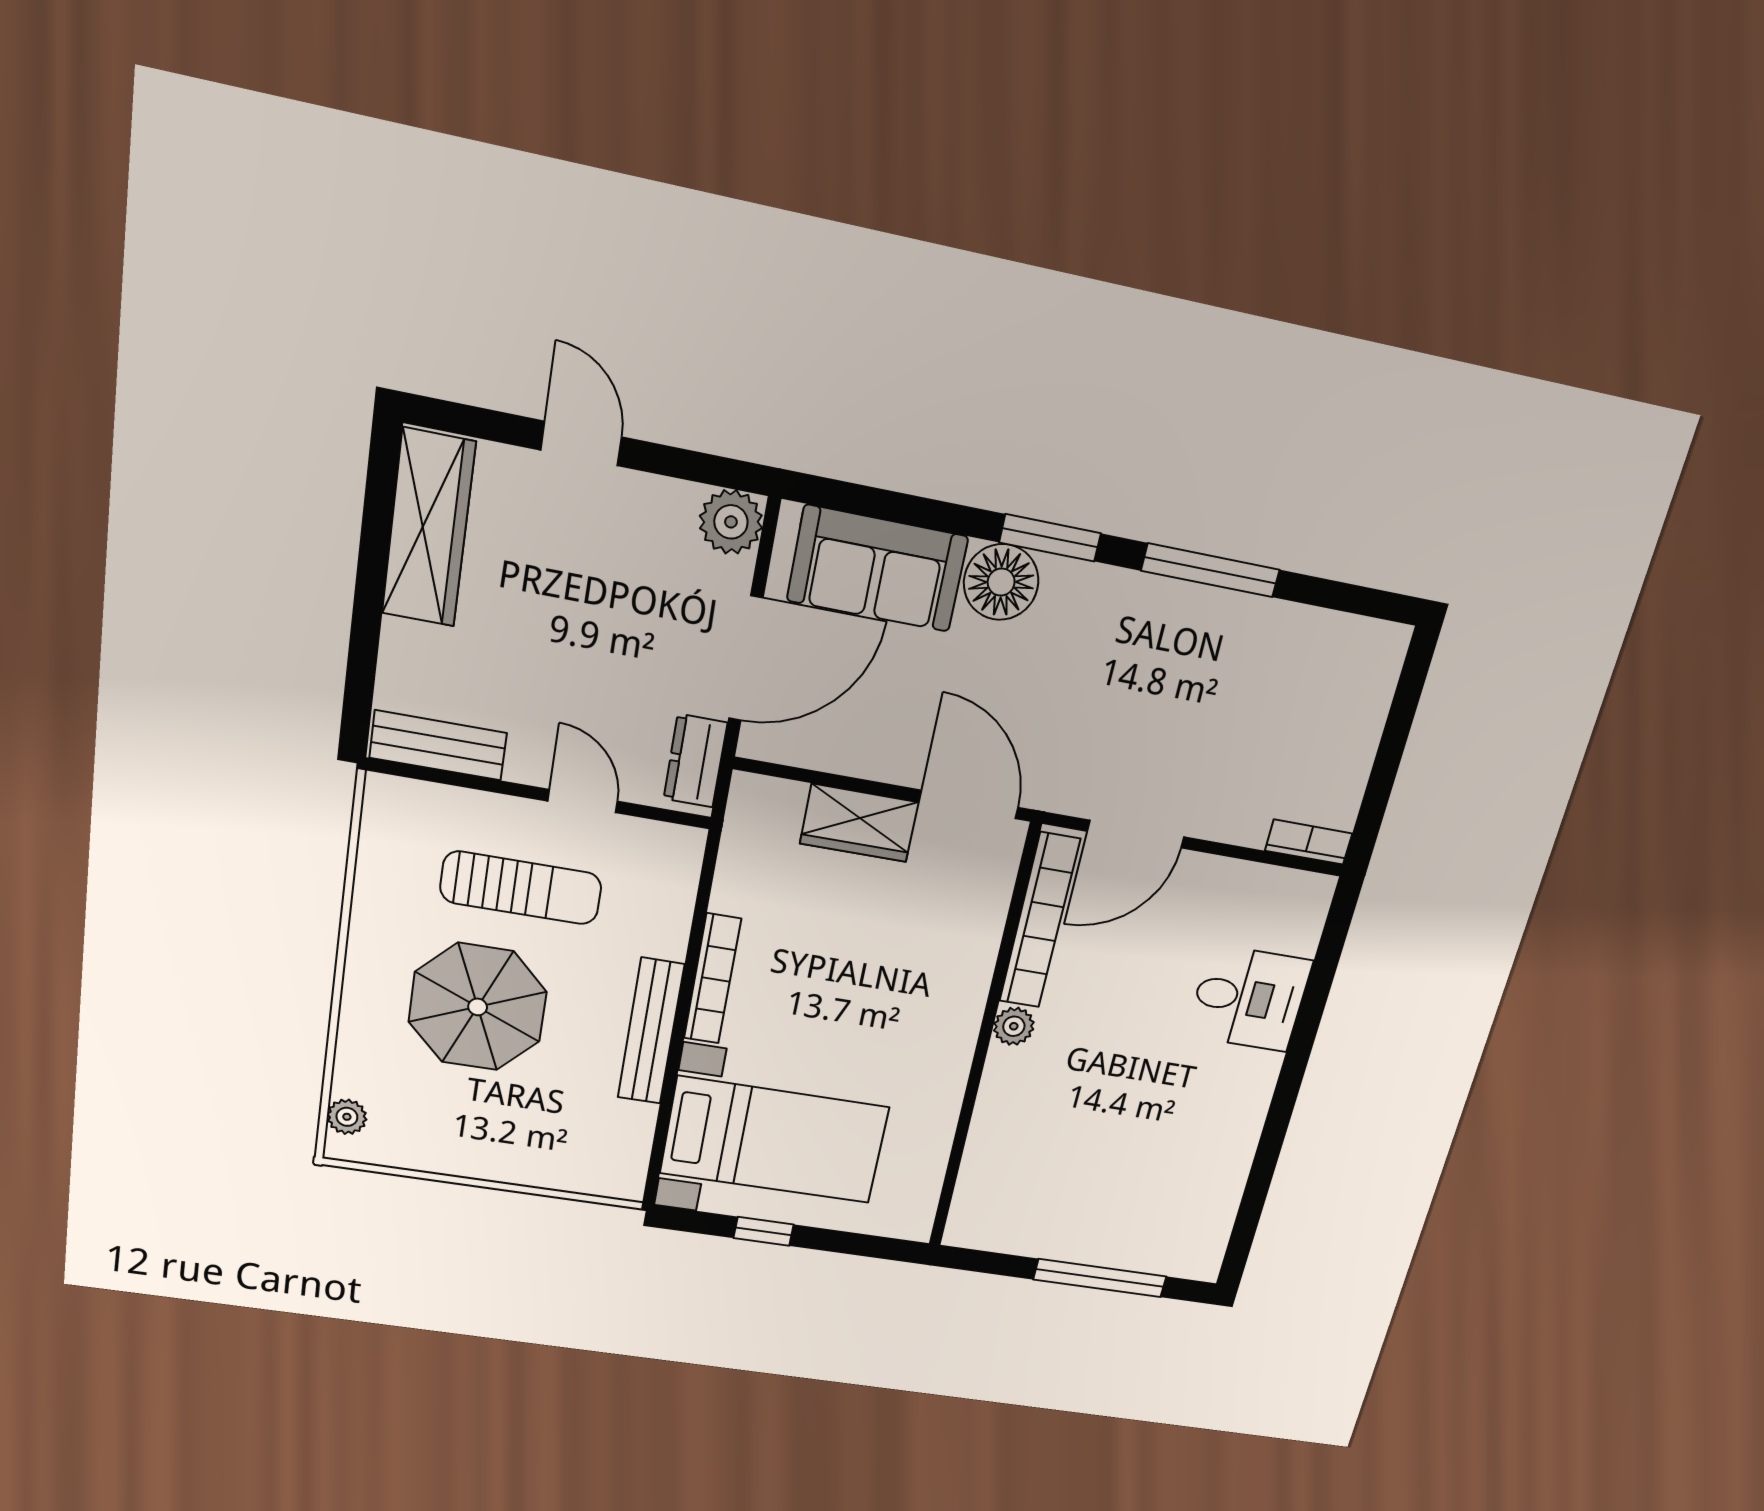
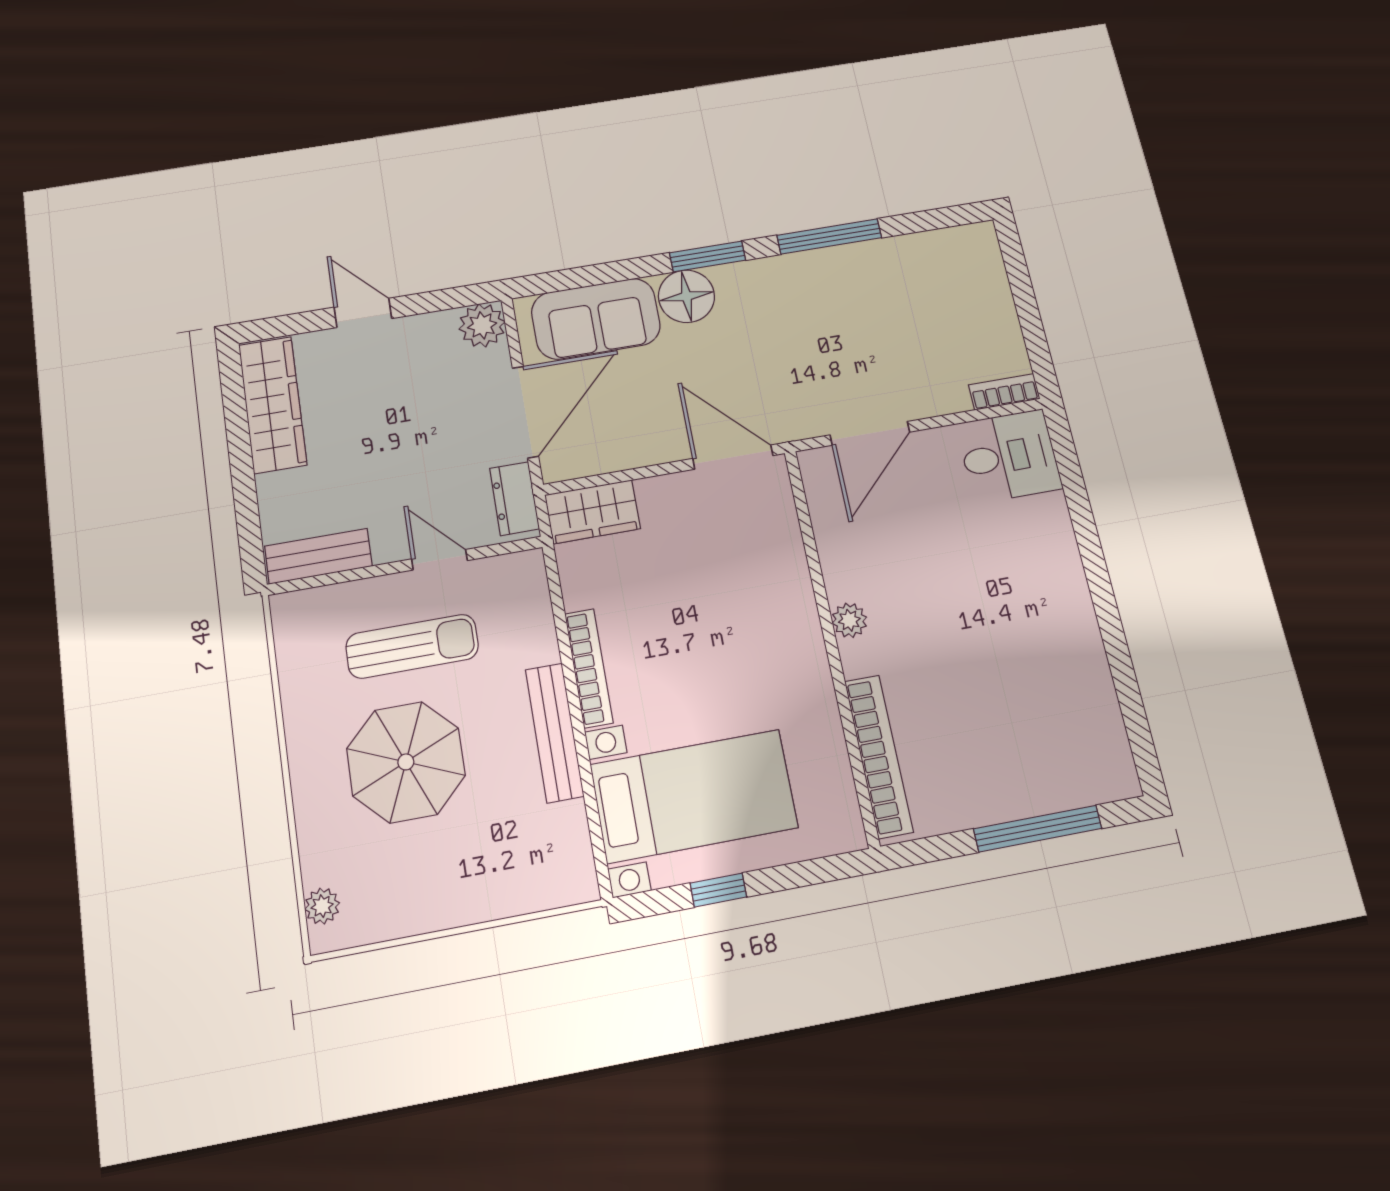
wardrobe: (859, 823) -> (592, 512), moved
bookcase: (1039, 921) -> (879, 756), moved
desk: (1249, 998) -> (1009, 456), moved

